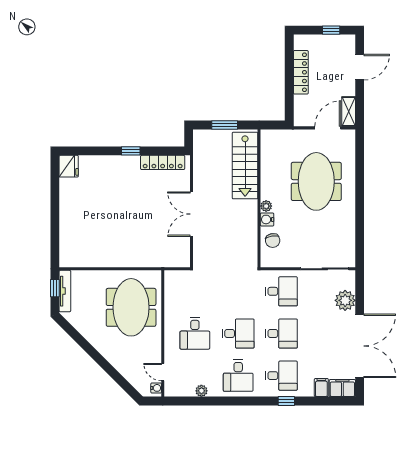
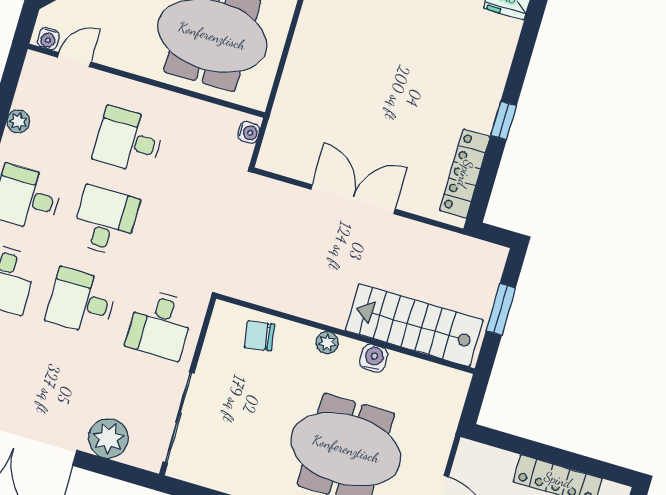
water cooler: (267, 219) -> (374, 358), moved
water cooler: (174, 275) -> (249, 132), added
desk: (238, 333) -> (105, 221), turned 180
desk: (281, 333) -> (82, 302), turned 90

